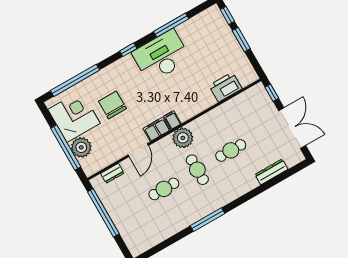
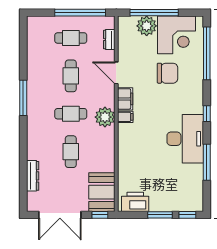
printer: (225, 87) -> (135, 202), moved, turned -90
booth: (251, 102) -> (102, 192), added
cafe table: (130, 208) -> (71, 38), added

